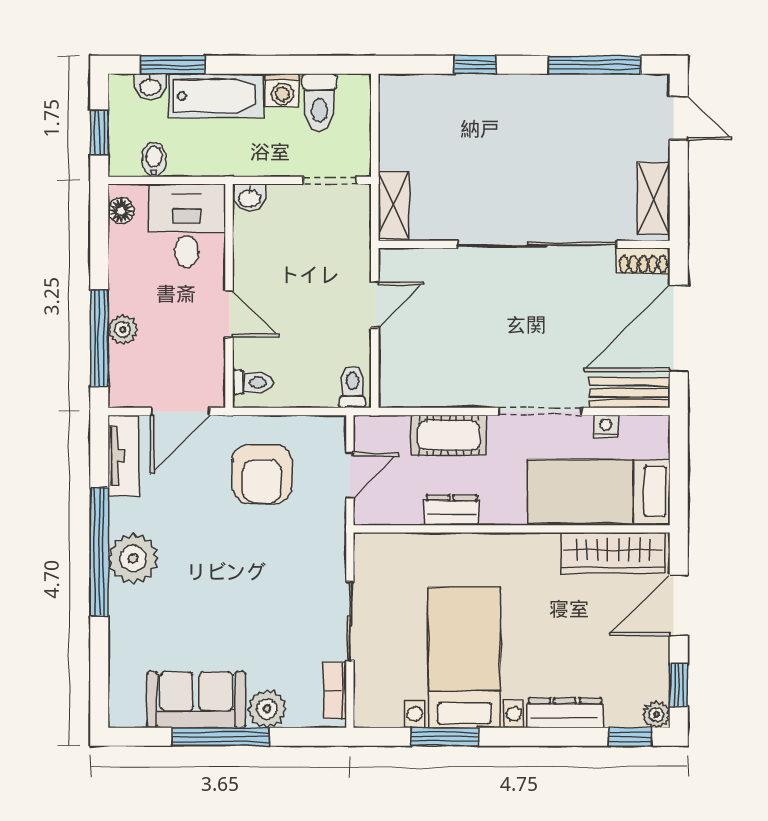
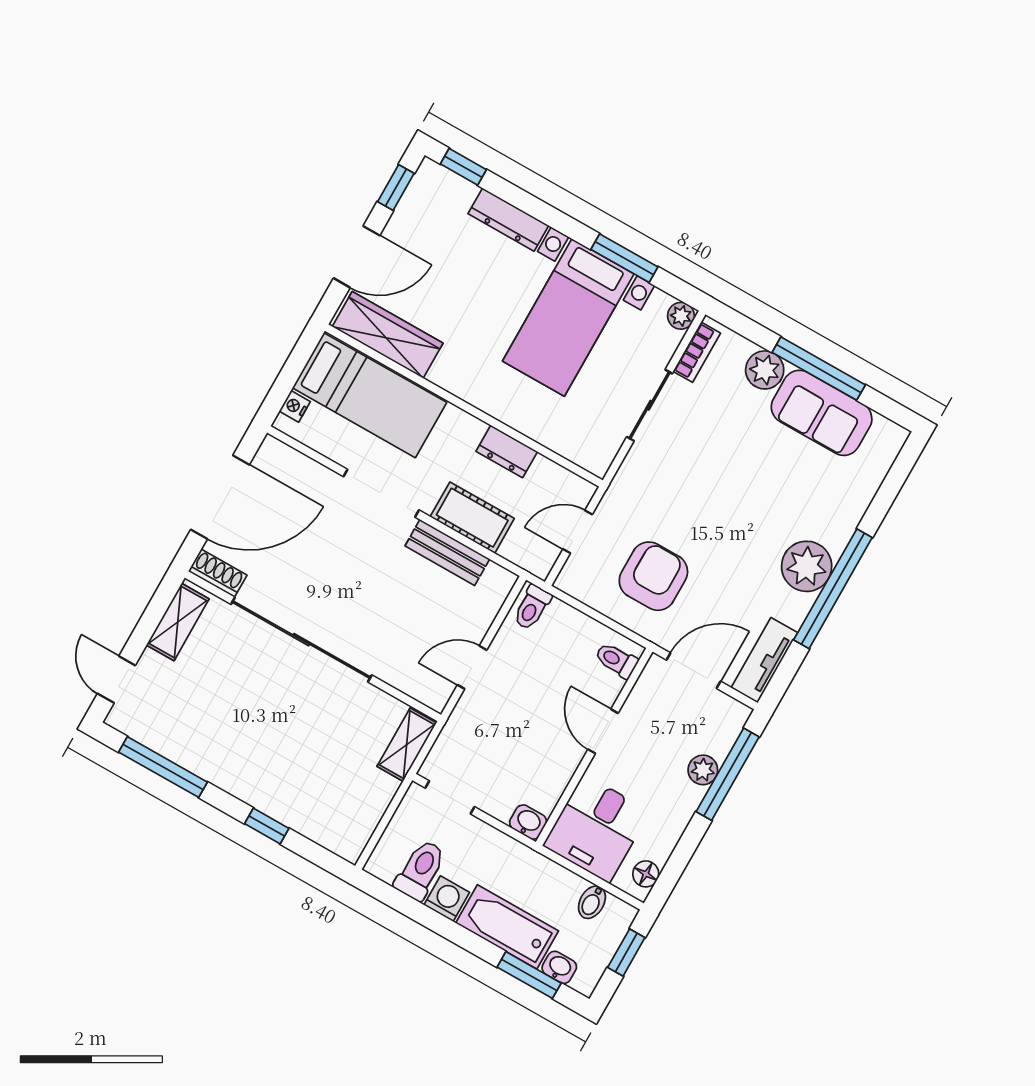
bench: (630, 393) -> (447, 552), moved
nightstand: (606, 426) -> (295, 406), moved, turned 90
plant: (656, 715) -> (681, 316), moved

